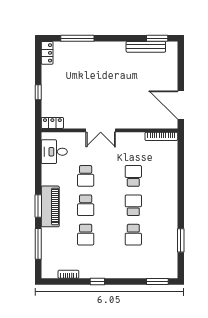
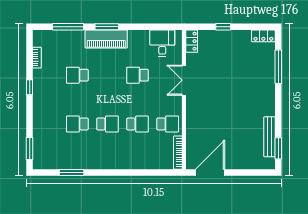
double door: (101, 130) -> (184, 80), moved
school desk: (86, 205) -> (168, 124), moved, turned 180

